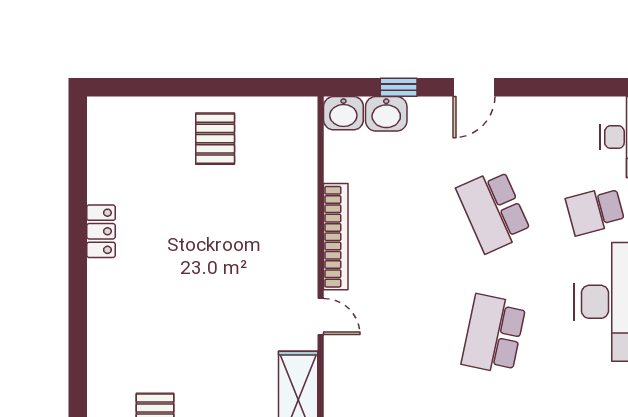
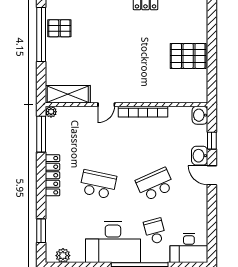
washbasin: (386, 114) -> (200, 156), moved
pallet: (215, 139) -> (188, 56), width x1.50, depth x1.42

